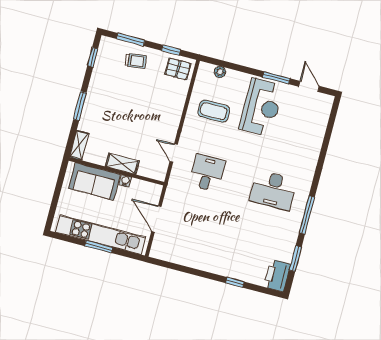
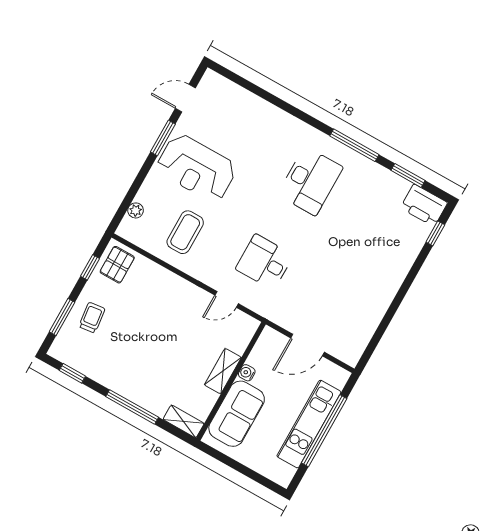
window: (80, 106) -> (132, 407), width x1.44
reception desk: (261, 107) -> (197, 168), turned 180
kitchen unit: (101, 235) -> (309, 424), width x0.73
window: (99, 247) -> (324, 431), width x2.11
window: (235, 282) -> (435, 233), moved

